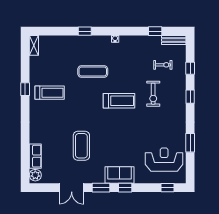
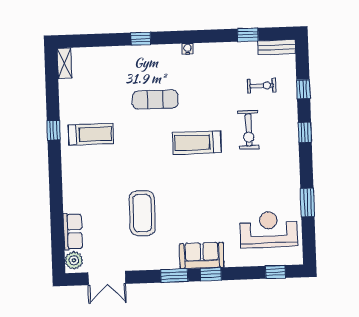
treadmill: (119, 101) -> (197, 143), turned 180
double door: (72, 188) -> (107, 278), moved

